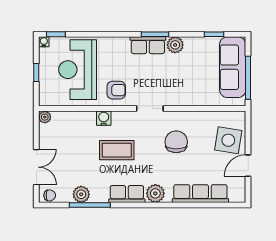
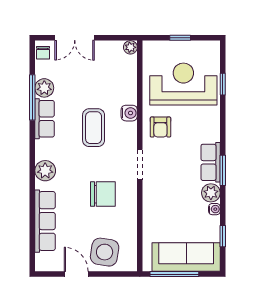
window: (56, 34) -> (223, 84), moved
water cooler: (44, 42) -> (214, 209), moved
row of seats: (127, 194) -> (45, 119), moved

